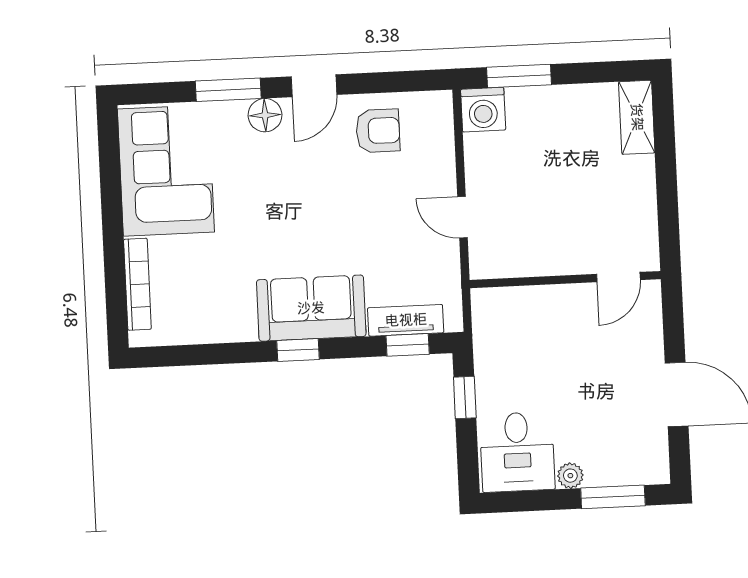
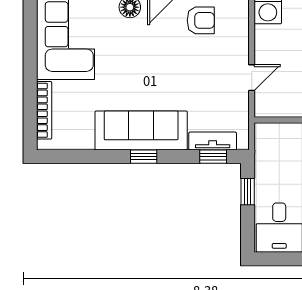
door: (462, 217) -> (252, 78), swing flipped
sofa: (311, 308) -> (141, 131), width x1.36

